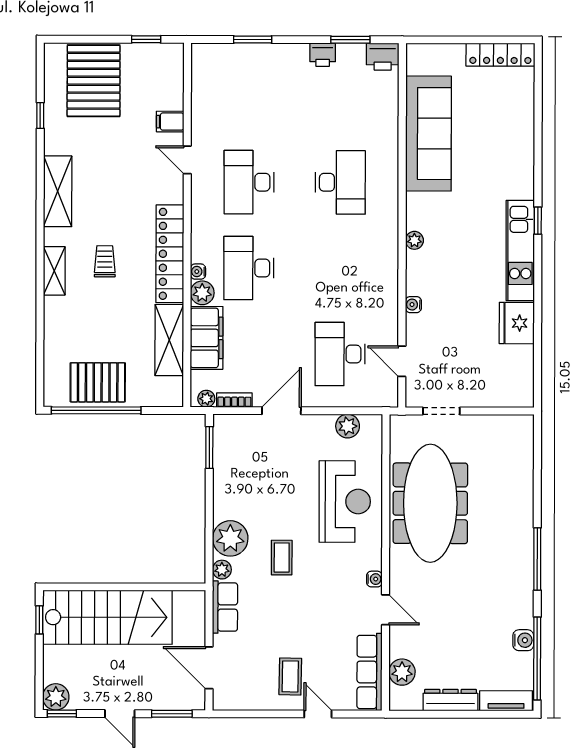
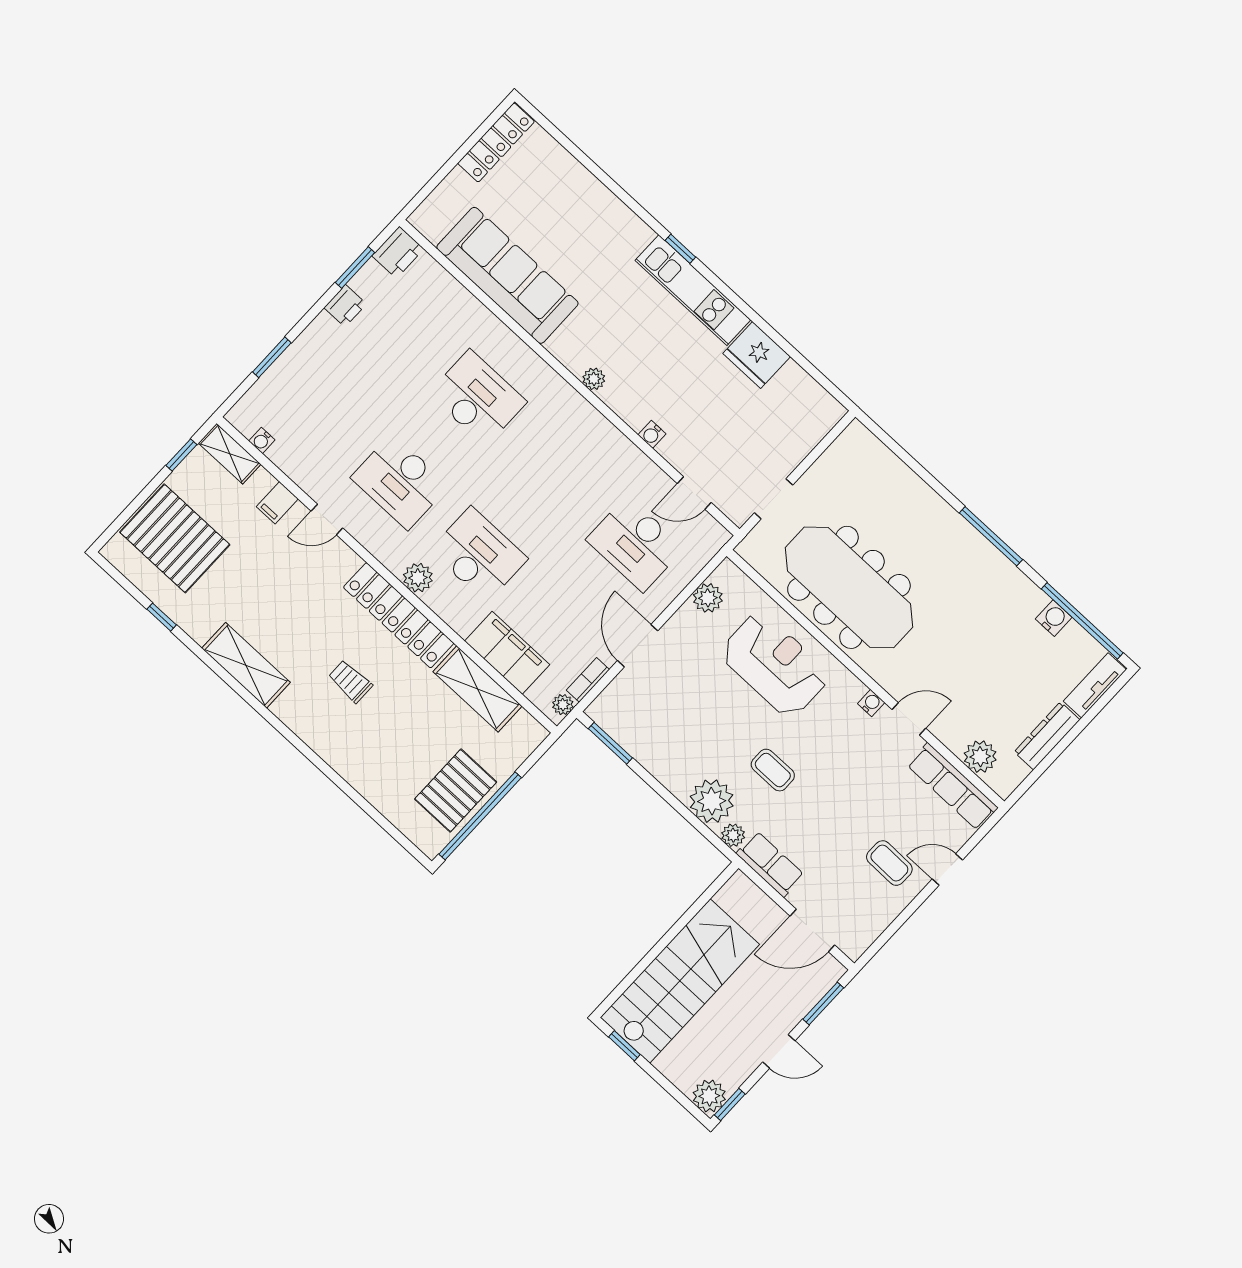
desk: (249, 268) -> (479, 555), turned 180
shelving: (54, 271) -> (230, 454), moved
water cooler: (198, 272) -> (262, 441), moved
plant: (202, 293) -> (418, 578), moved

